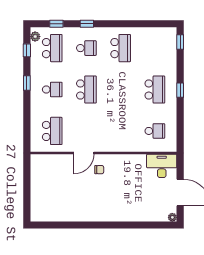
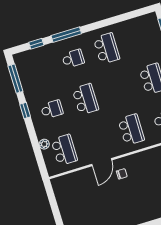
window: (87, 24) -> (66, 35), width x2.17
plant: (35, 37) -> (44, 144), moved
school desk: (52, 48) -> (131, 130), moved
window: (27, 50) -> (15, 79), width x2.17

